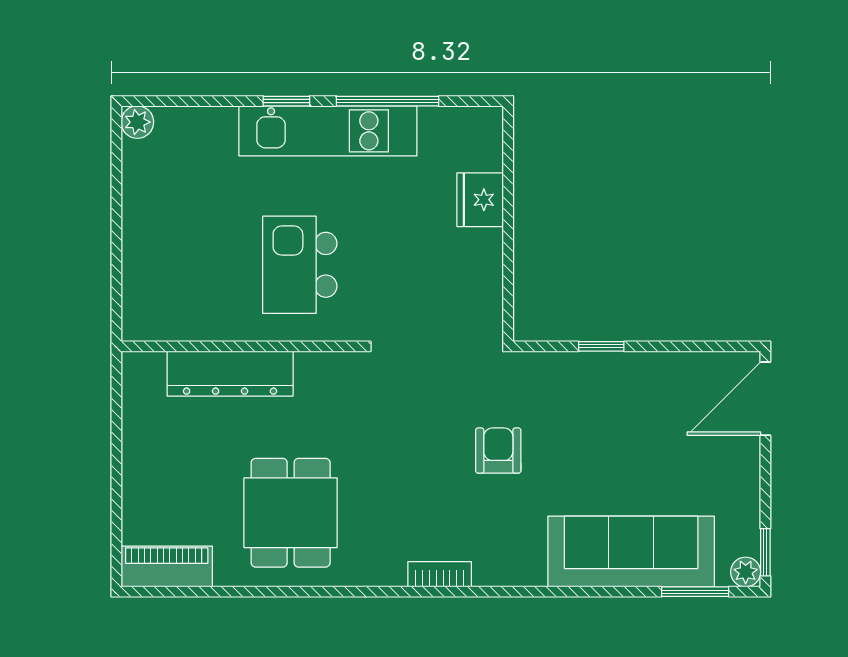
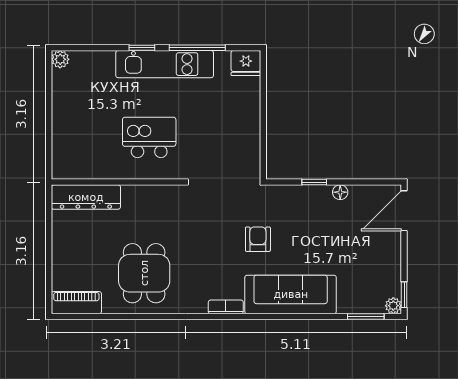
fridge: (480, 200) -> (246, 63), moved, turned -90
kitchen island: (300, 265) -> (149, 137), turned 90
floor lamp: (649, 365) -> (340, 192), added
dresser: (230, 374) -> (86, 197), moved
sofa: (631, 552) -> (291, 294), moved

